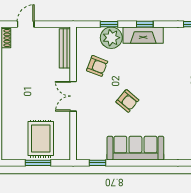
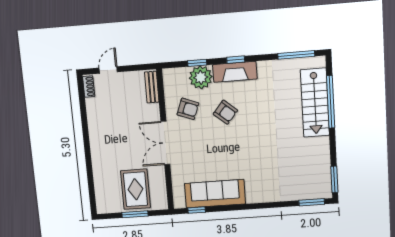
bench: (65, 48) -> (152, 87), width x0.73
double door: (73, 96) -> (165, 143), width x1.37
armchair: (127, 101) -> (225, 112), moved
sofa: (135, 148) -> (215, 194), moved

